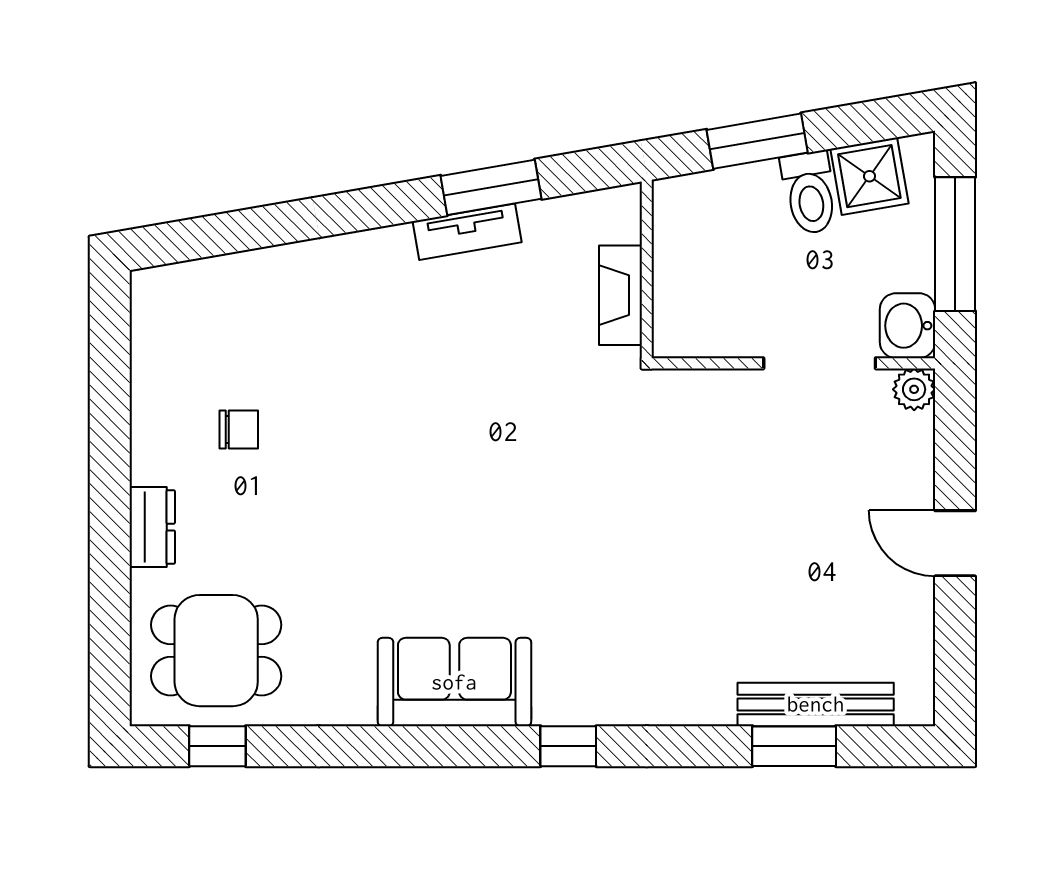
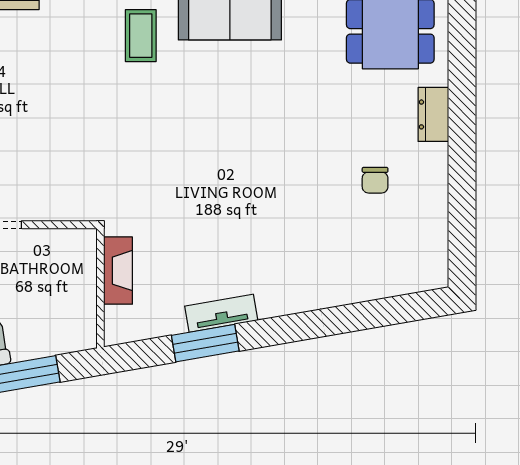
chair: (239, 429) -> (375, 180), turned -90
coffee table: (587, 644) -> (141, 36), added

